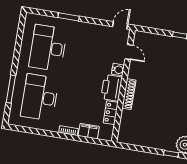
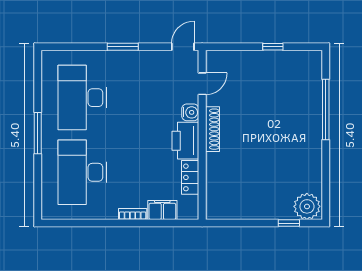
window: (69, 17) -> (123, 47), moved
door: (129, 52) -> (202, 84), hinge flipped
window: (11, 89) -> (38, 133), moved
shoe rack: (129, 94) -> (212, 129), moved

